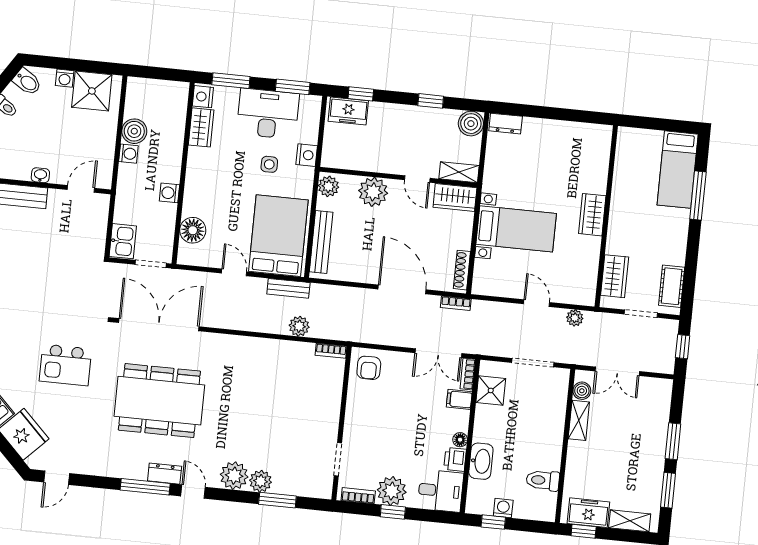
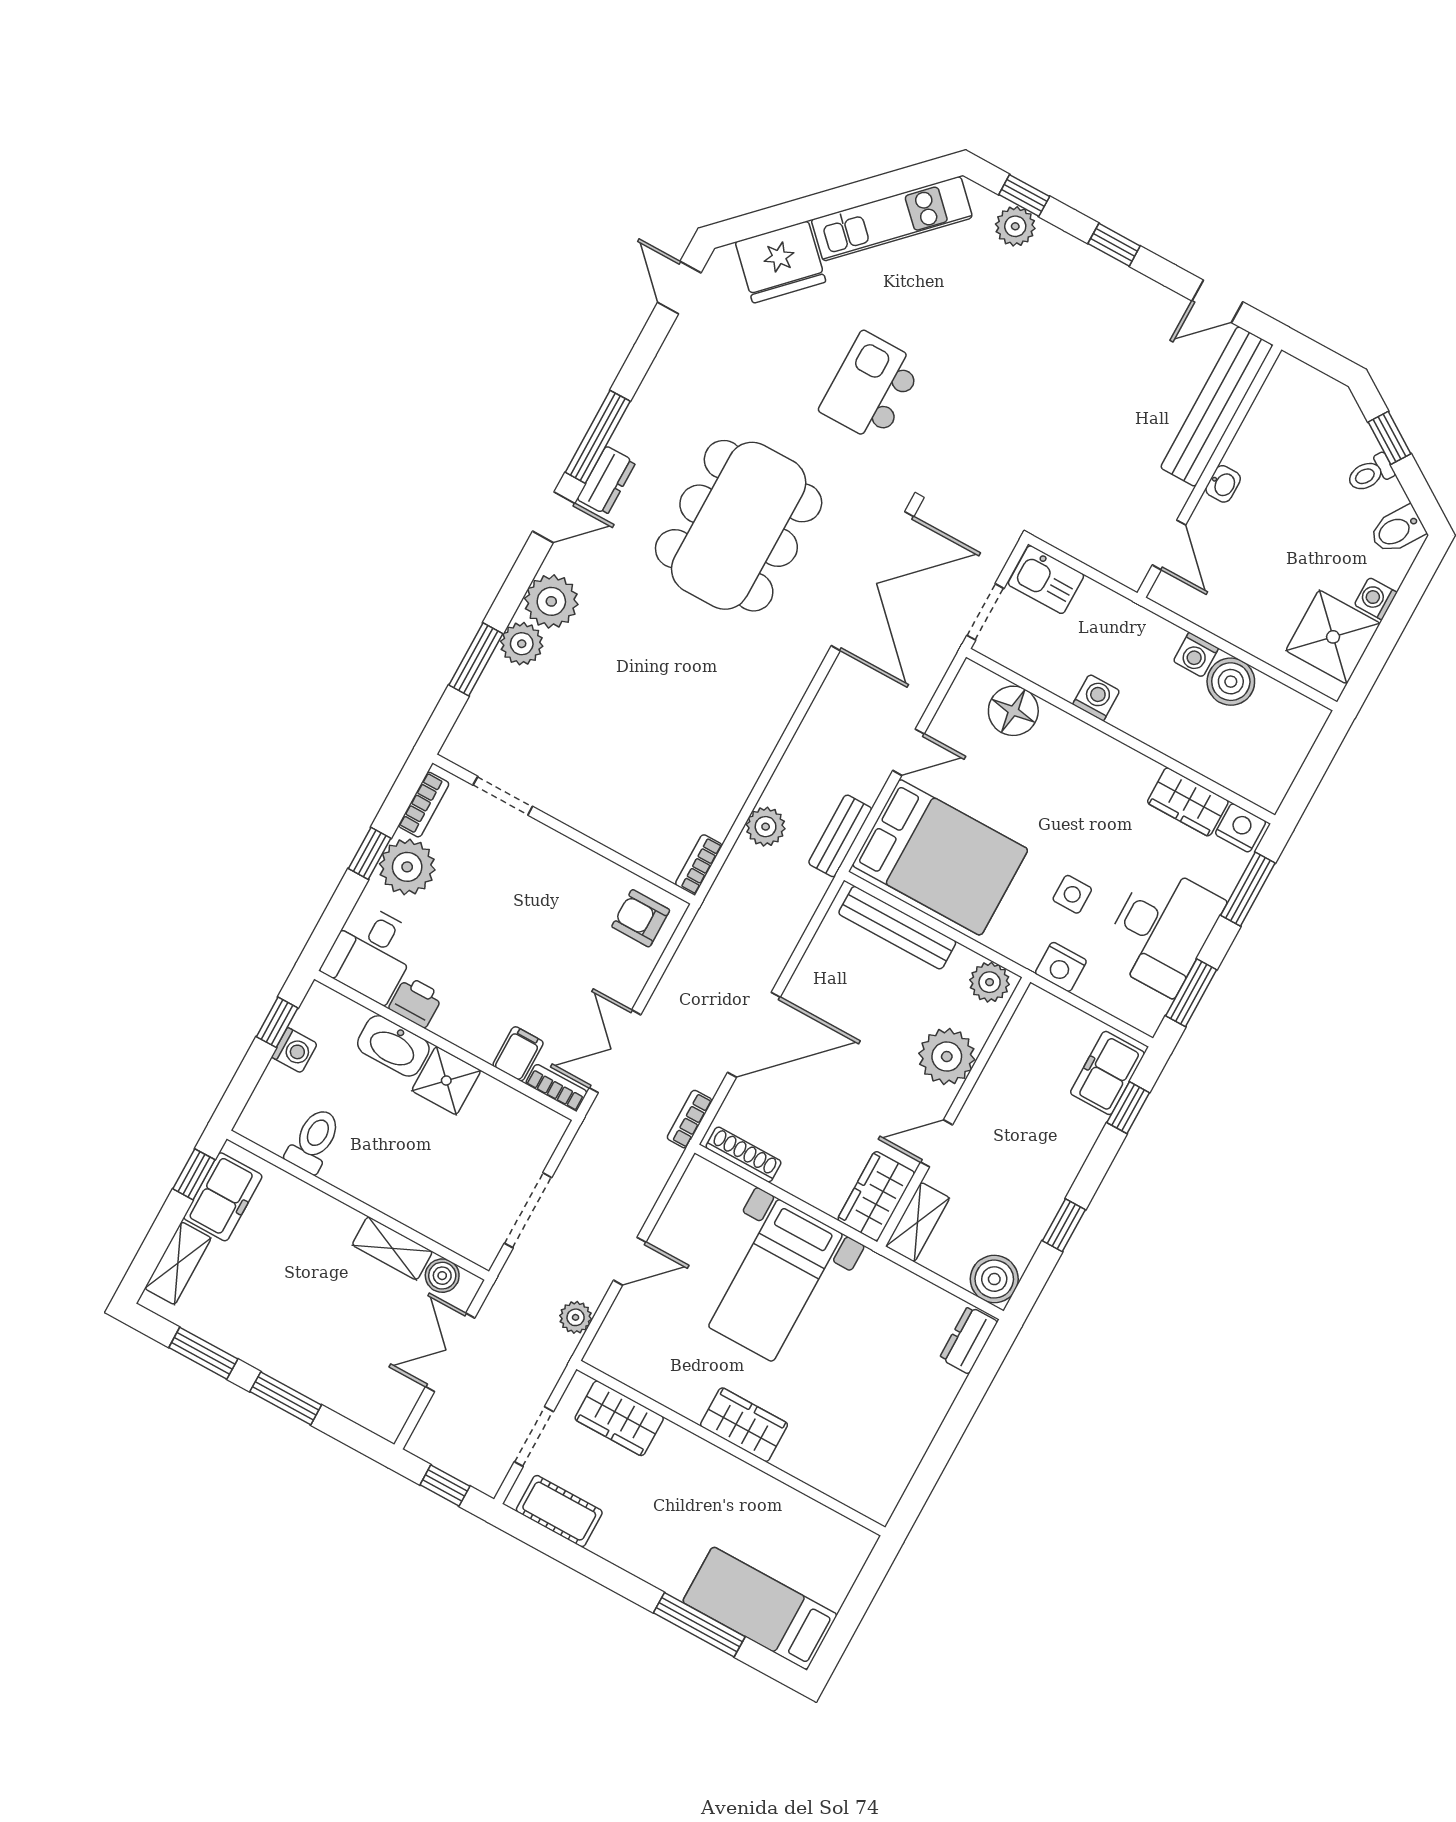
shower: (491, 390) -> (446, 1081), moved
floor lamp: (460, 440) -> (447, 1025), removed

